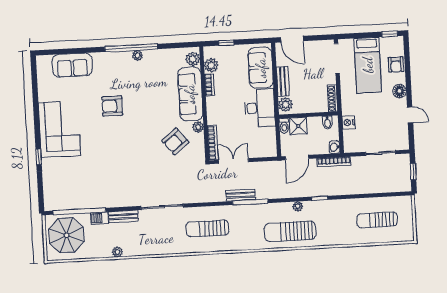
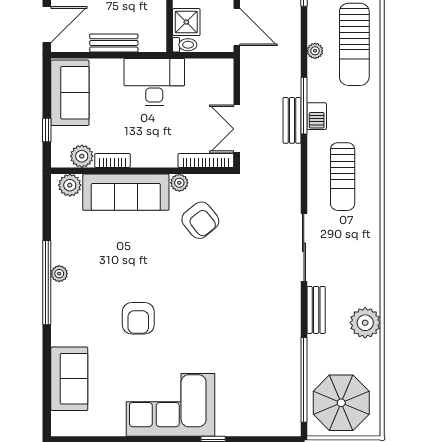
sofa: (261, 68) -> (70, 93), moved, turned -90
plant: (285, 105) -> (151, 41), removed
plant: (298, 206) -> (315, 51), moved
barbecue: (99, 218) -> (317, 116), moved
plant: (117, 252) -> (365, 323), width x1.87, depth x1.87

